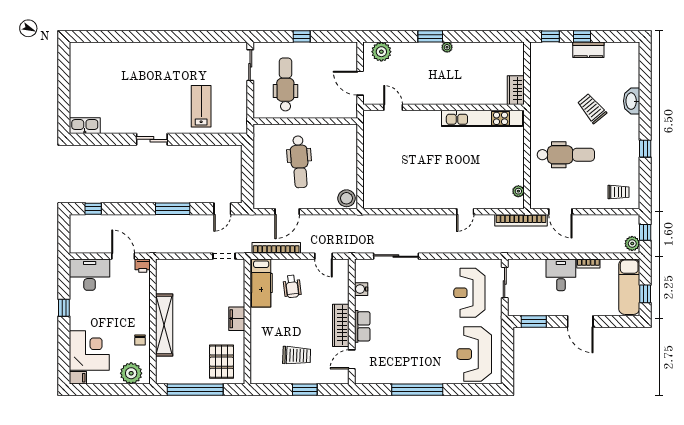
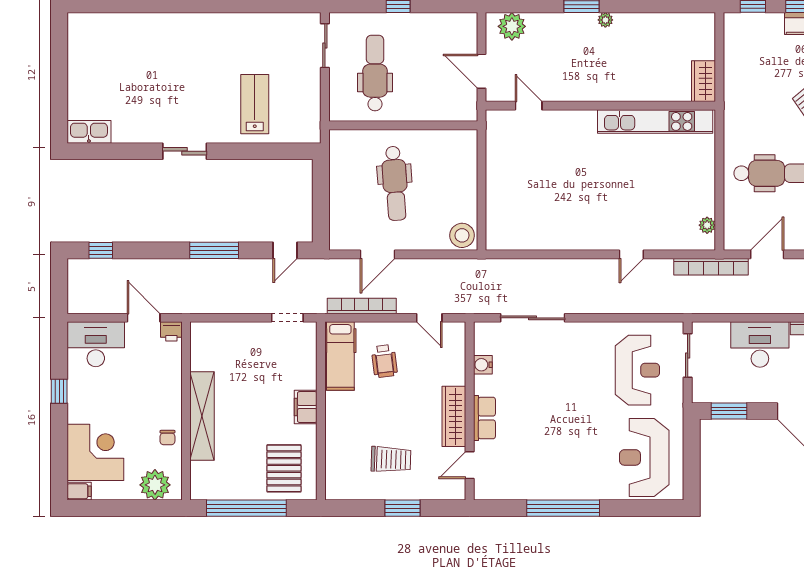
door: (560, 212) -> (767, 254), swing flipped
desk: (561, 275) -> (760, 345), width x1.37
reception desk: (469, 293) -> (637, 370), turned 180

